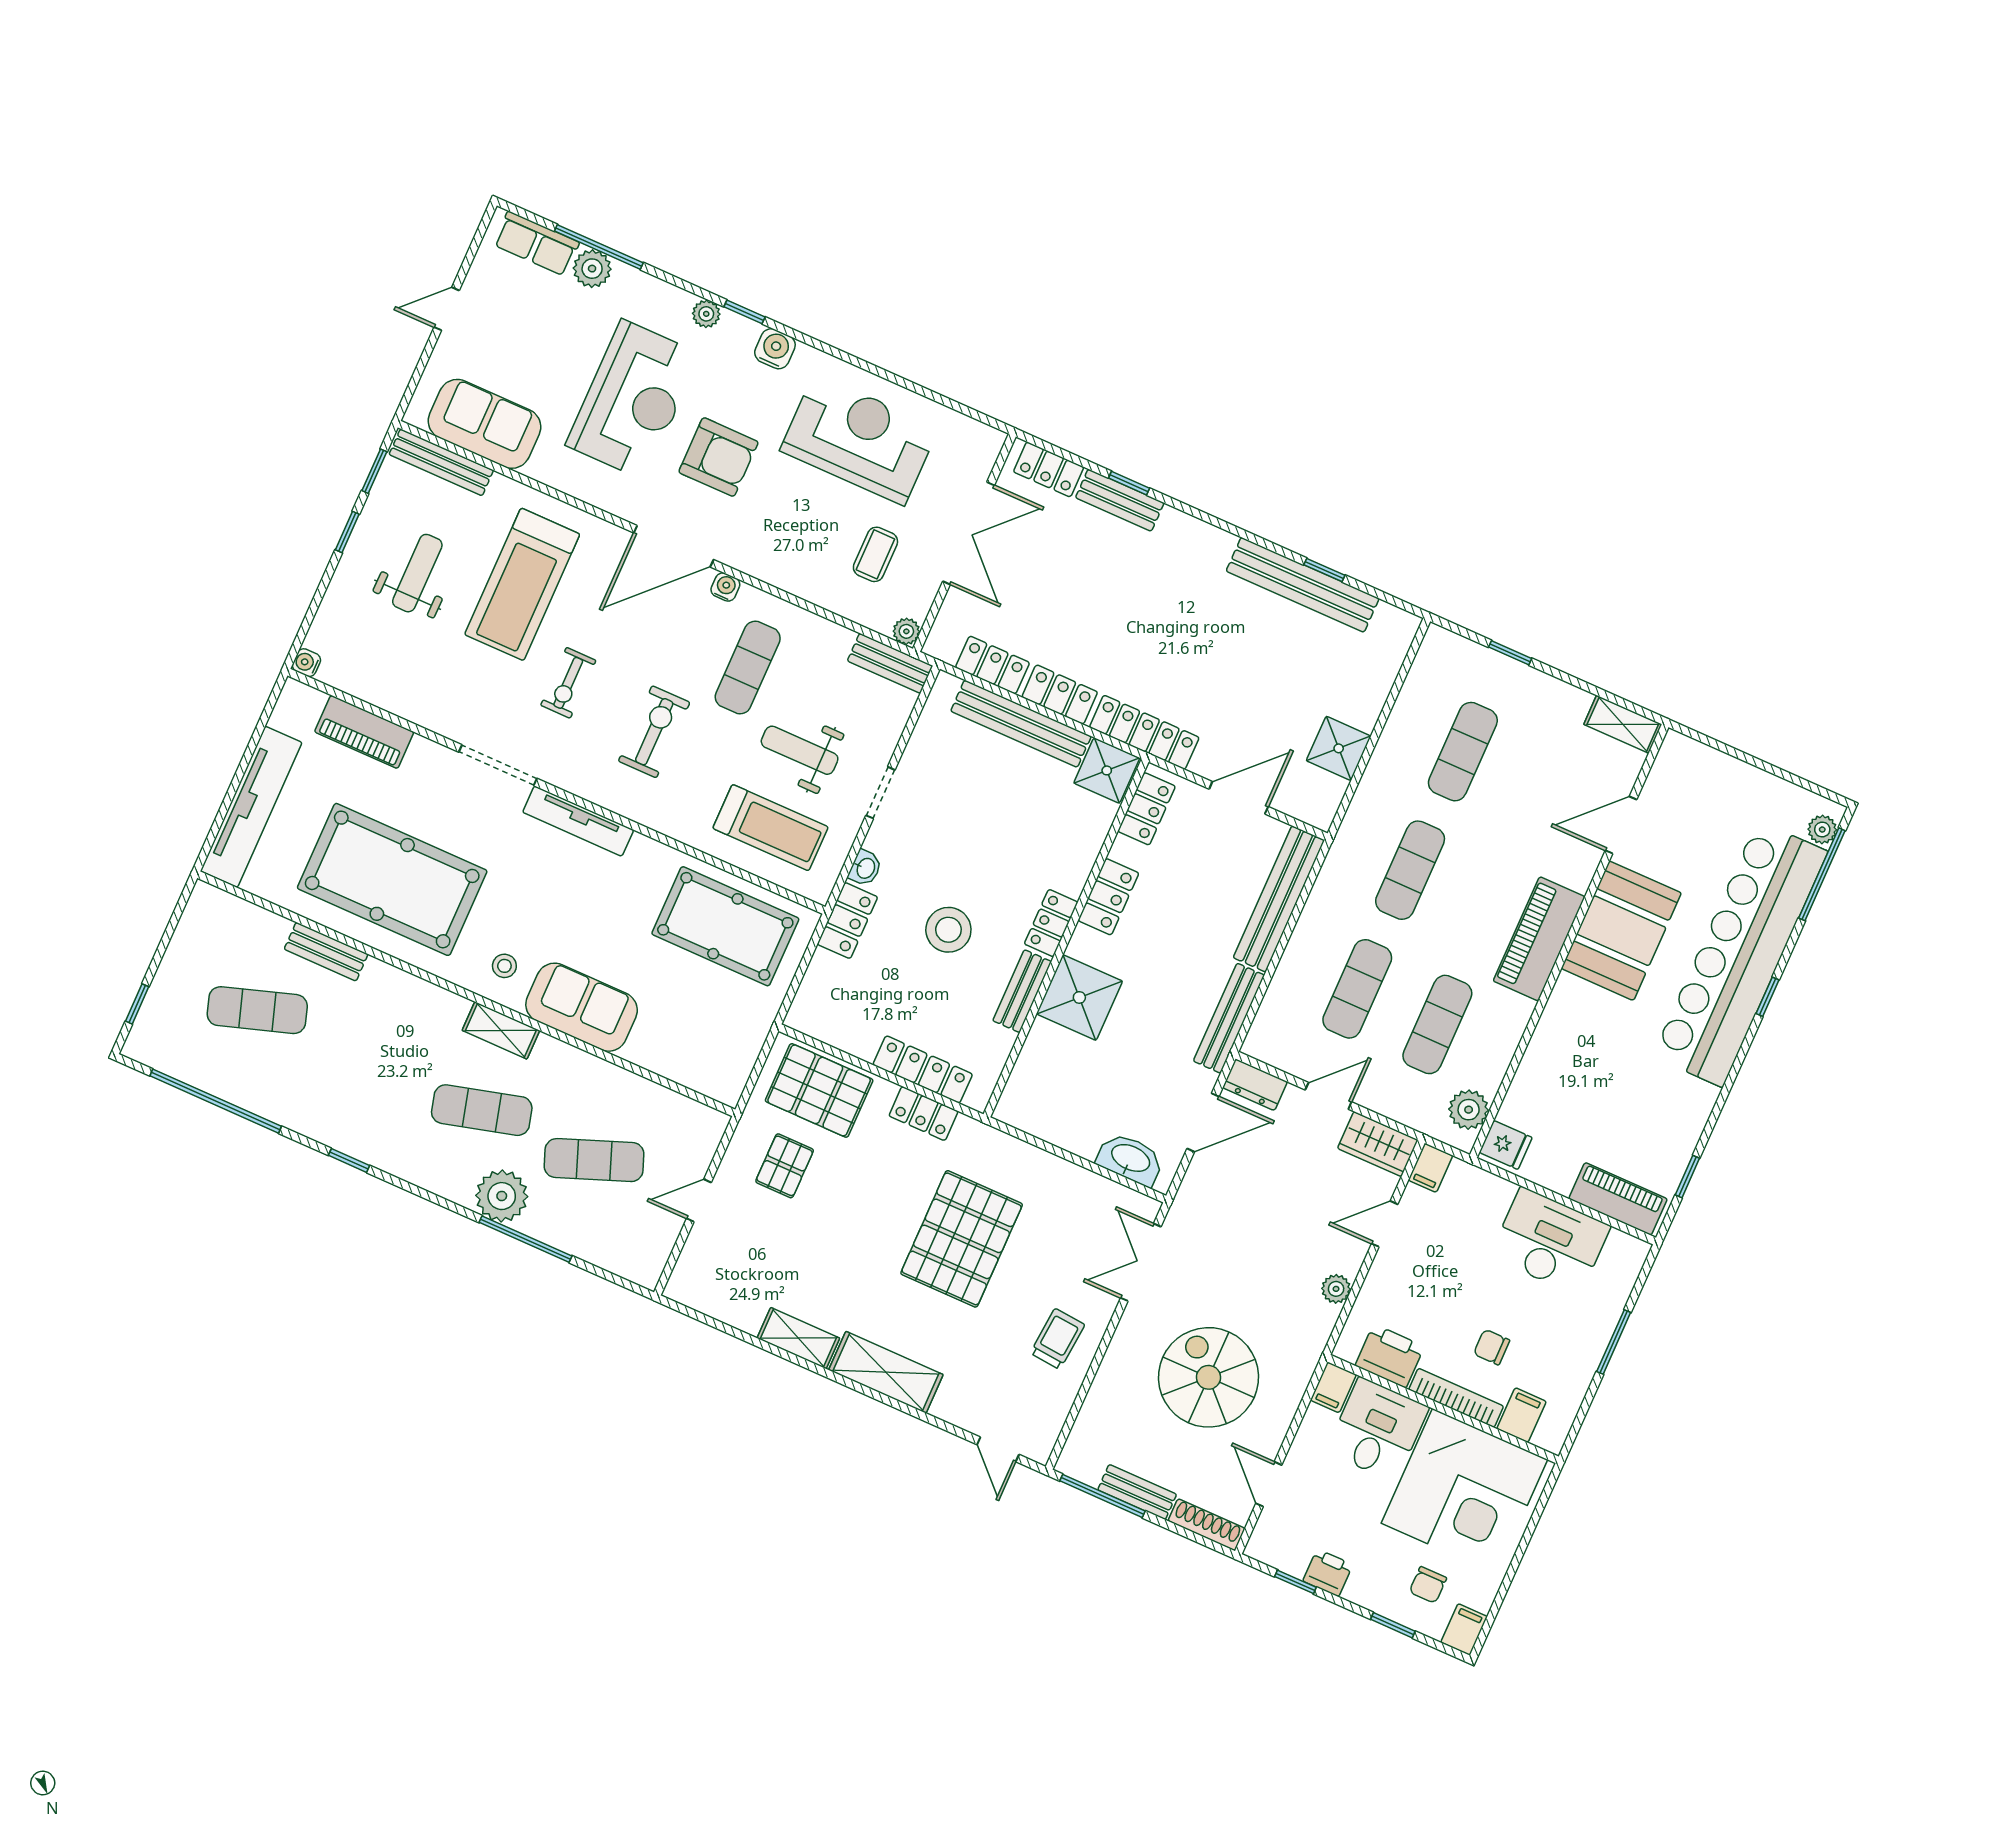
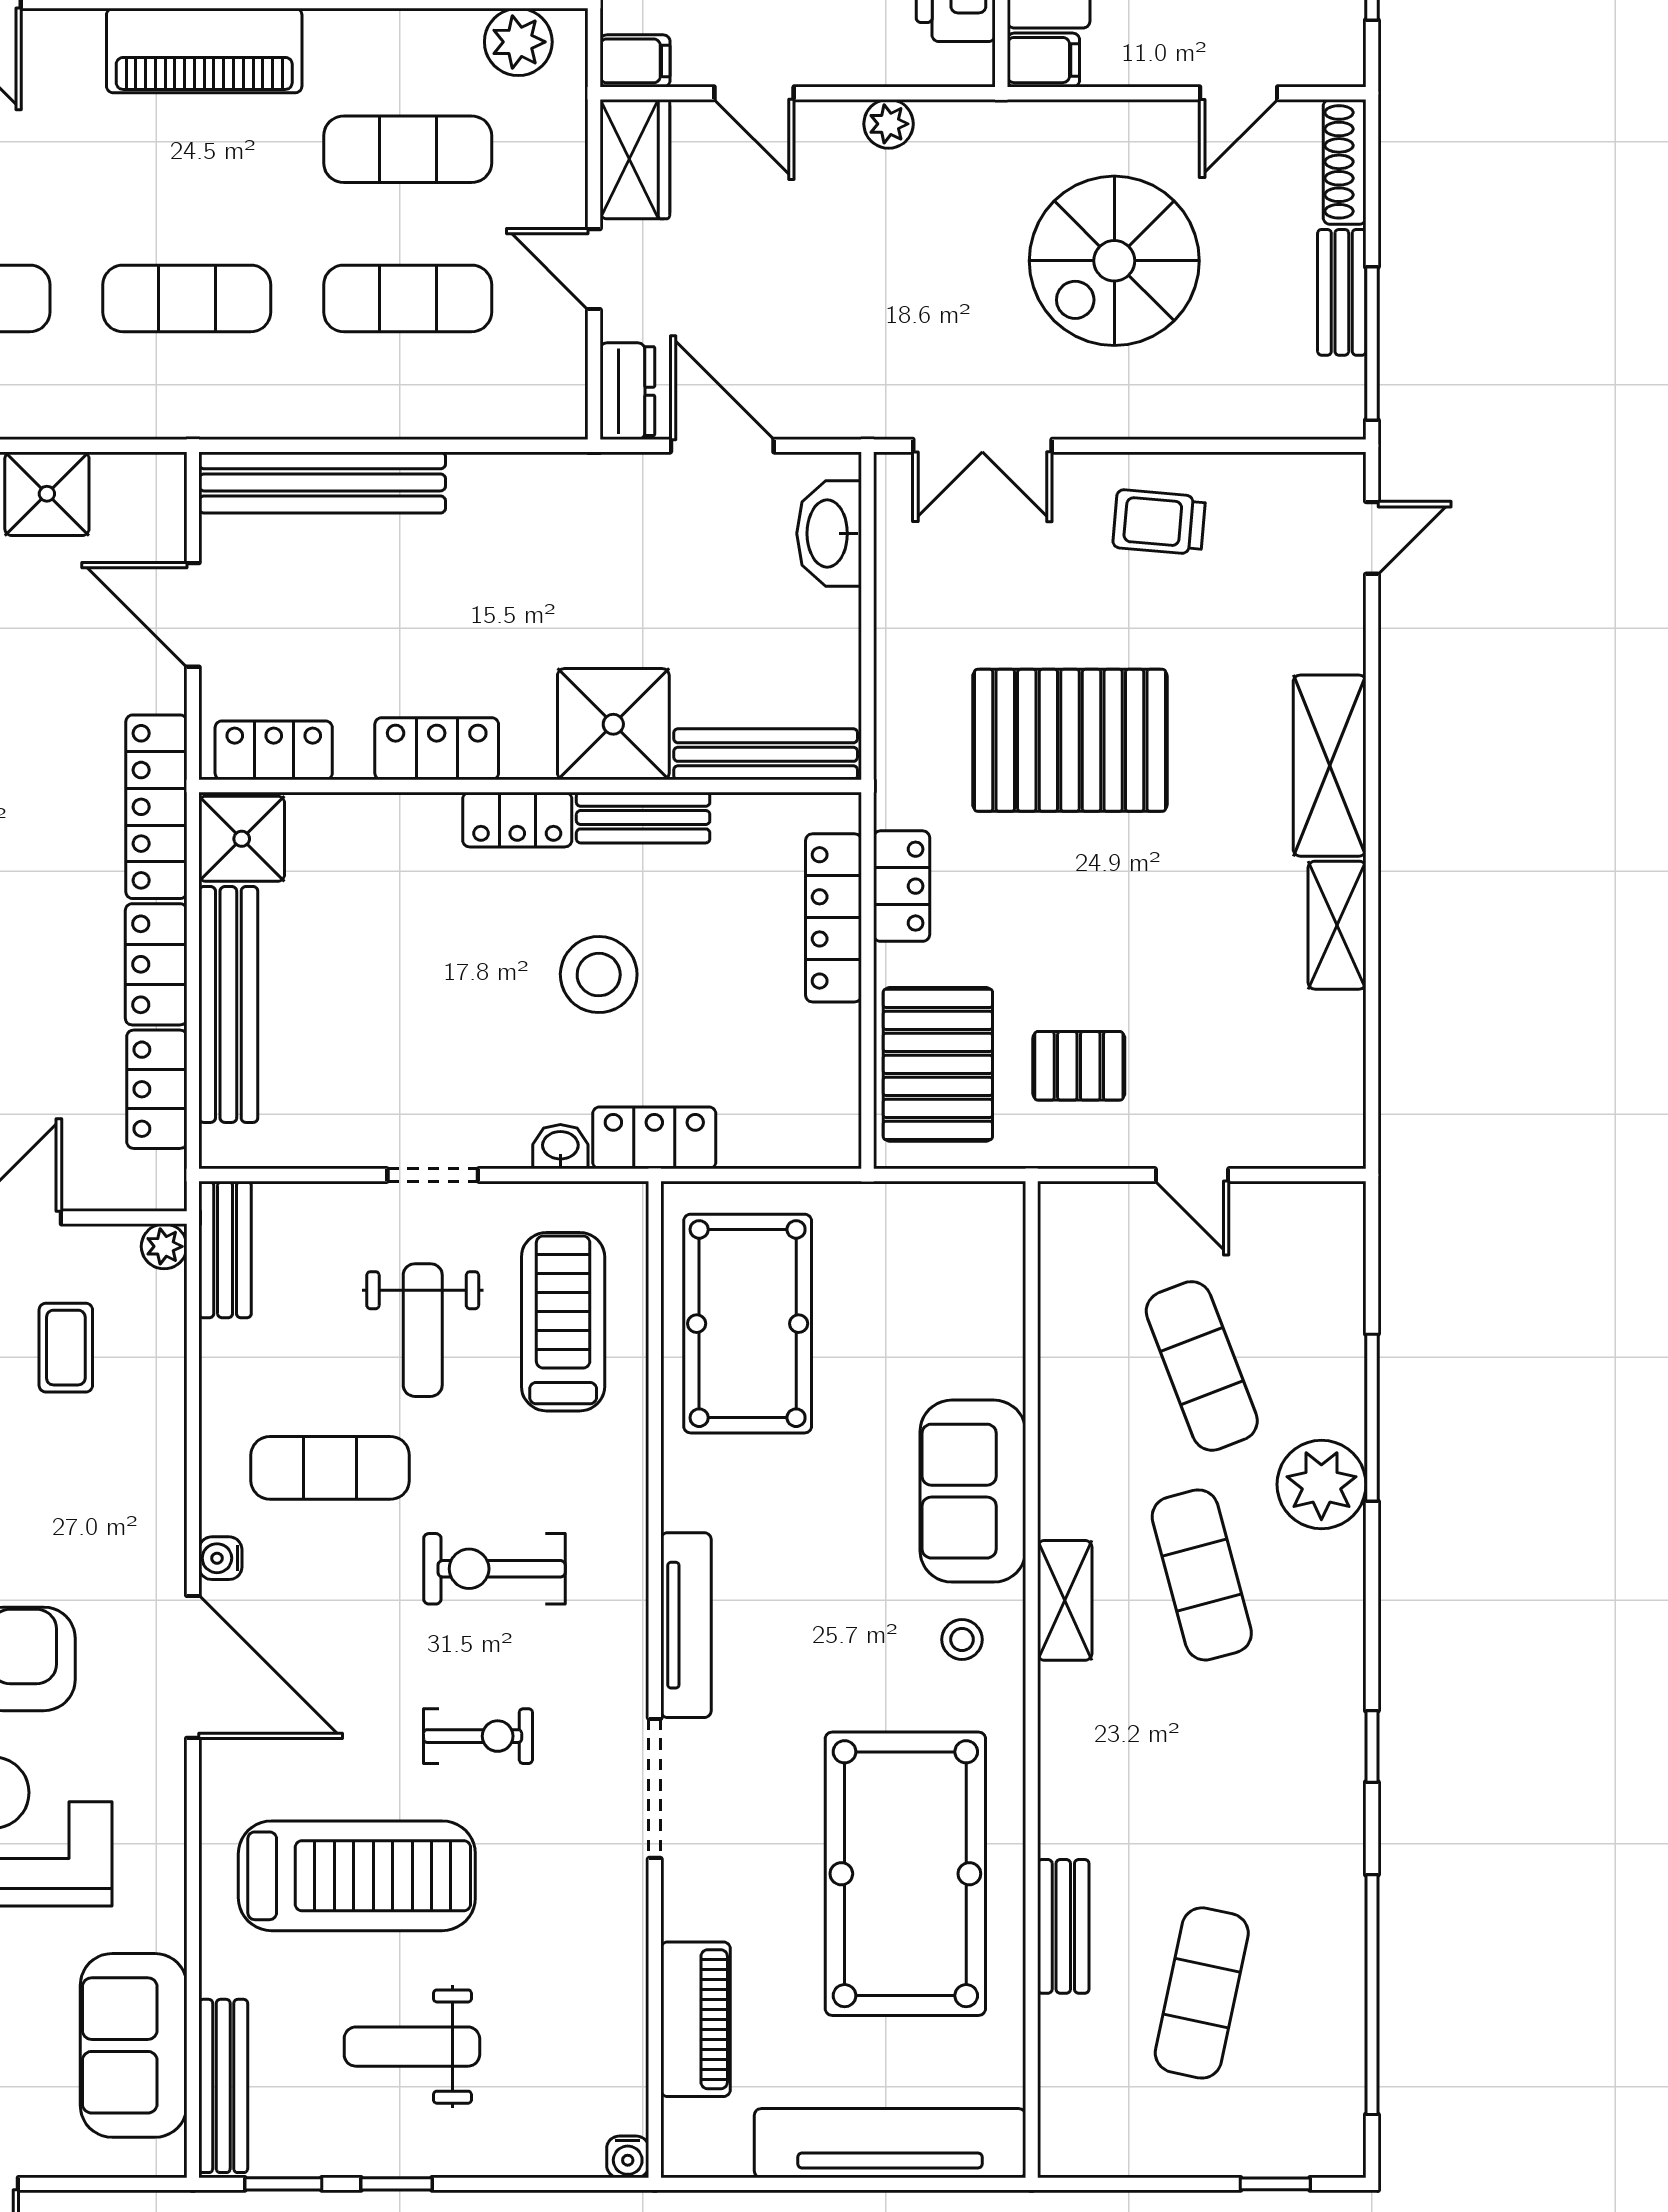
coffee table: (875, 554) -> (66, 1348), turned 90
exercise mat: (257, 1010) -> (1202, 1993), turned 30
bench: (1229, 1018) -> (766, 754), moved

